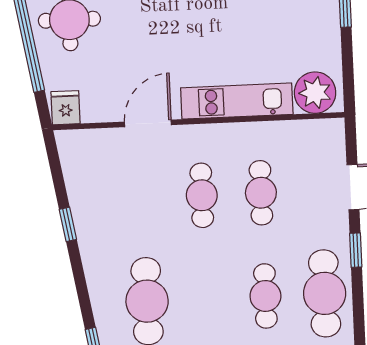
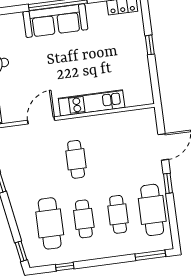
plant: (315, 93) -> (136, 94), removed
cafe table: (261, 193) -> (84, 219), moved

